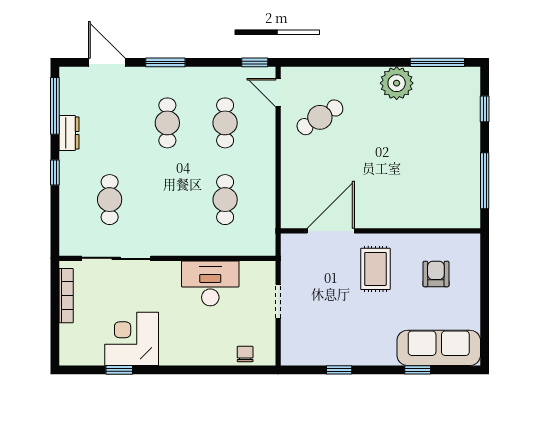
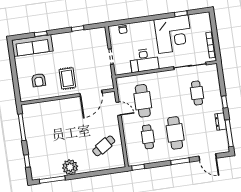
door: (278, 93) -> (118, 109), moved
cafe table: (167, 123) -> (175, 133), width x1.37, depth x1.35
cafe table: (225, 200) -> (143, 101), width x1.37, depth x1.35
corner desk: (132, 339) -> (173, 34), width x1.36, depth x1.36

